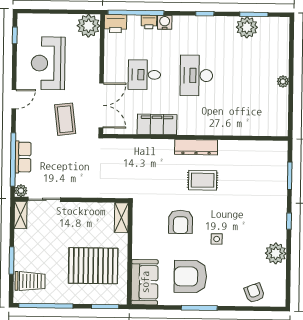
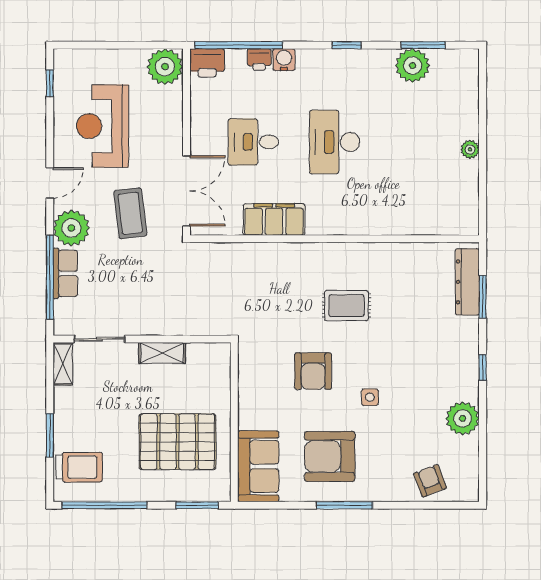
dresser: (196, 147) -> (467, 282), moved, turned 90
plant: (21, 191) -> (71, 228), moved, width x1.87, depth x1.87
shelving: (121, 218) -> (162, 353), moved, turned 90

